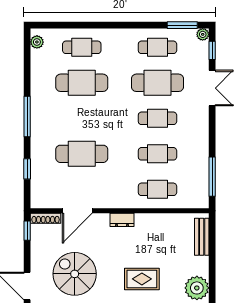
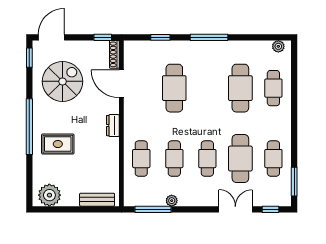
plant: (203, 34) -> (172, 201), moved
double door: (212, 88) -> (235, 209), swing flipped
rug: (142, 279) -> (58, 144), turned 90

